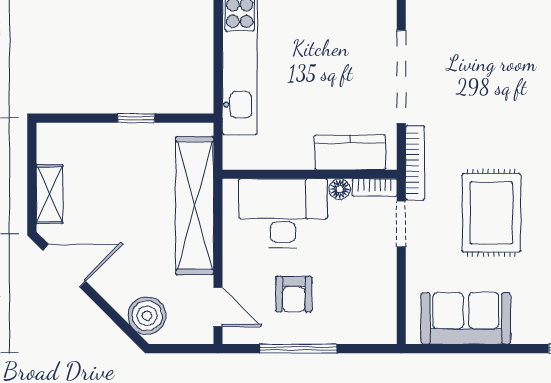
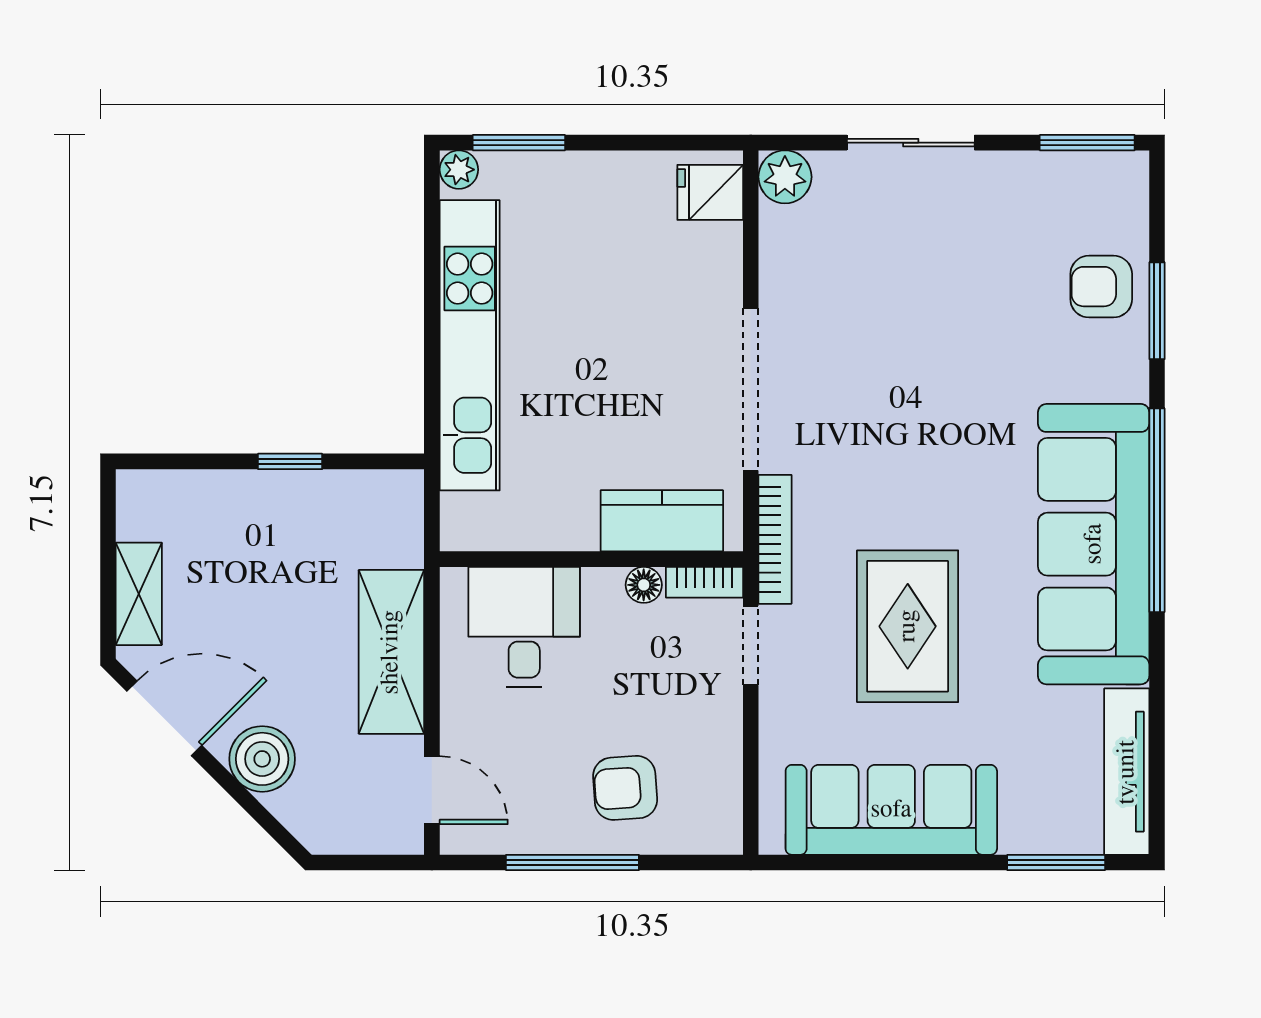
shelving: (195, 206) -> (391, 652), width x0.68
desk: (283, 213) -> (524, 627), width x0.73
armchair: (294, 294) -> (625, 788), moved, turned 86
boiler: (147, 316) -> (262, 759), moved
sofa: (466, 318) -> (891, 810), width x1.36

